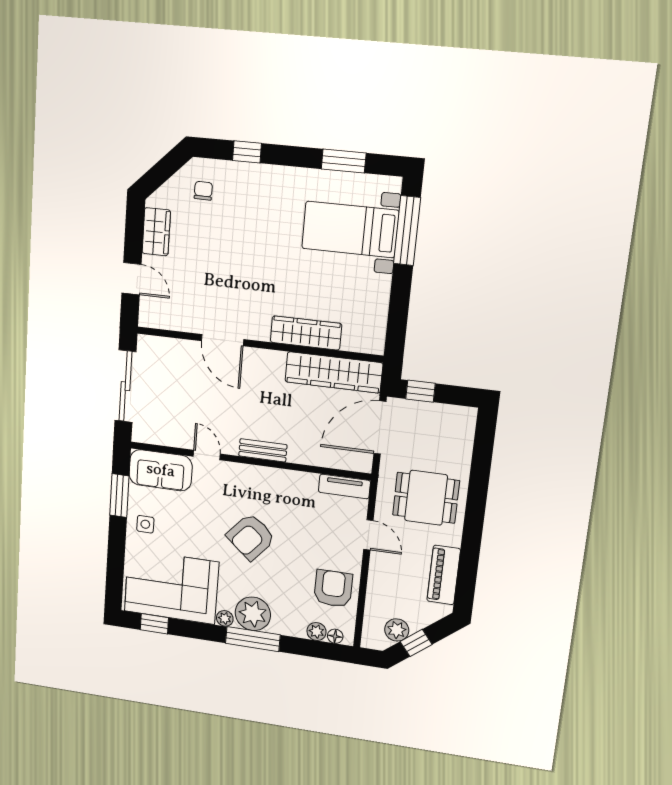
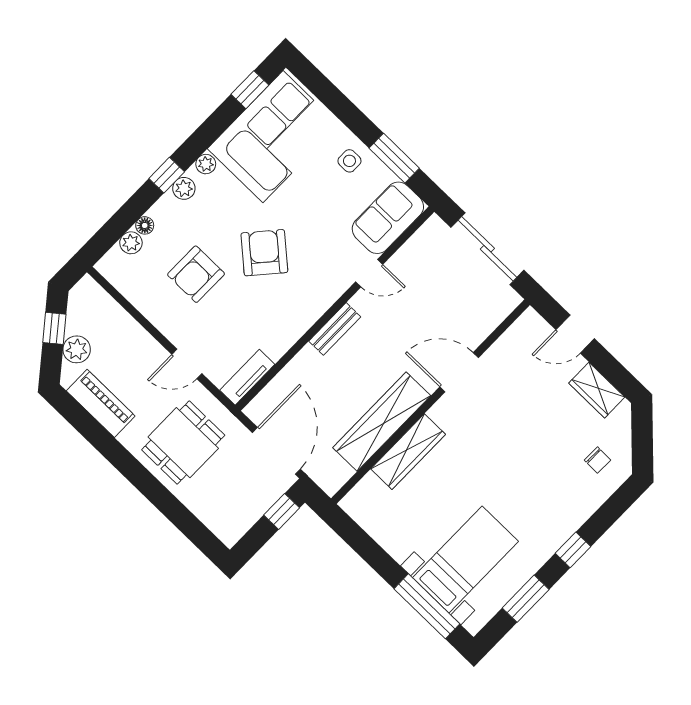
window: (247, 152) -> (573, 550), moved
wardrobe: (334, 372) -> (382, 422), moved
armchair: (333, 589) -> (196, 274), moved, turned 90
plant: (253, 614) -> (184, 188), width x0.53, depth x0.53
plant: (397, 630) -> (77, 349), moved
floor lamp: (335, 636) -> (145, 225), moved
window: (253, 639) -> (167, 175), width x0.46

